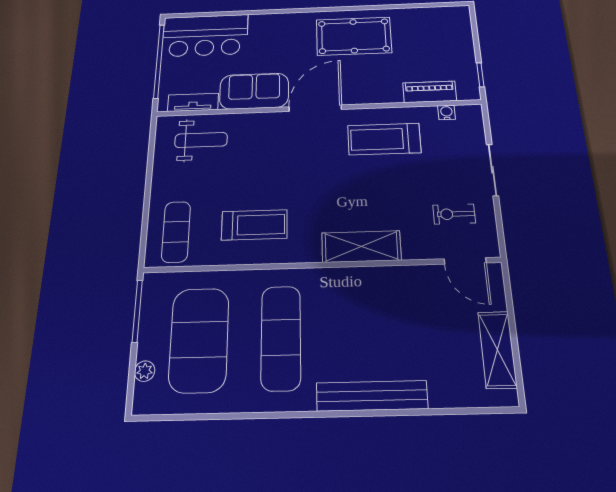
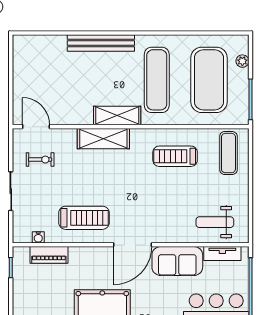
shelving: (497, 350) -> (117, 116), moved, turned 90

